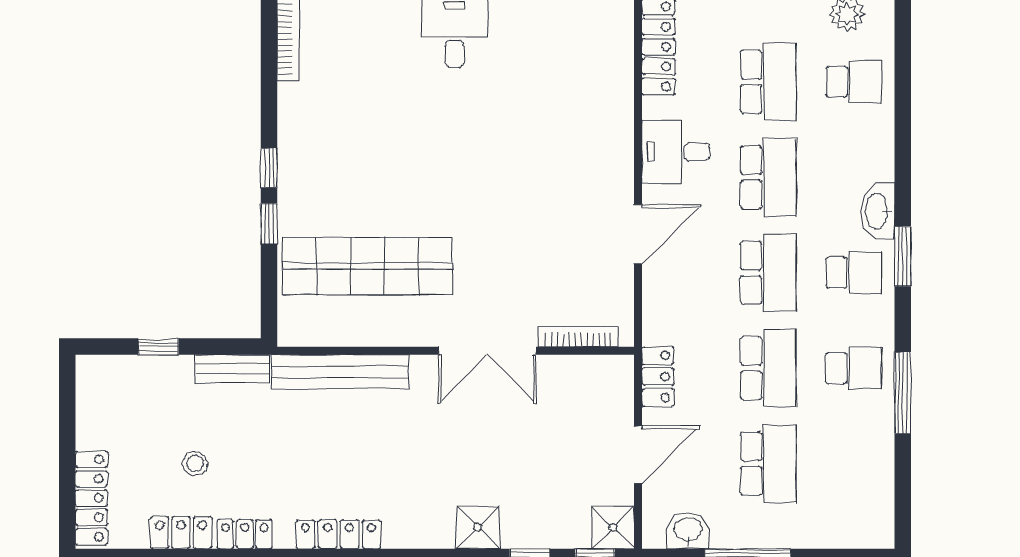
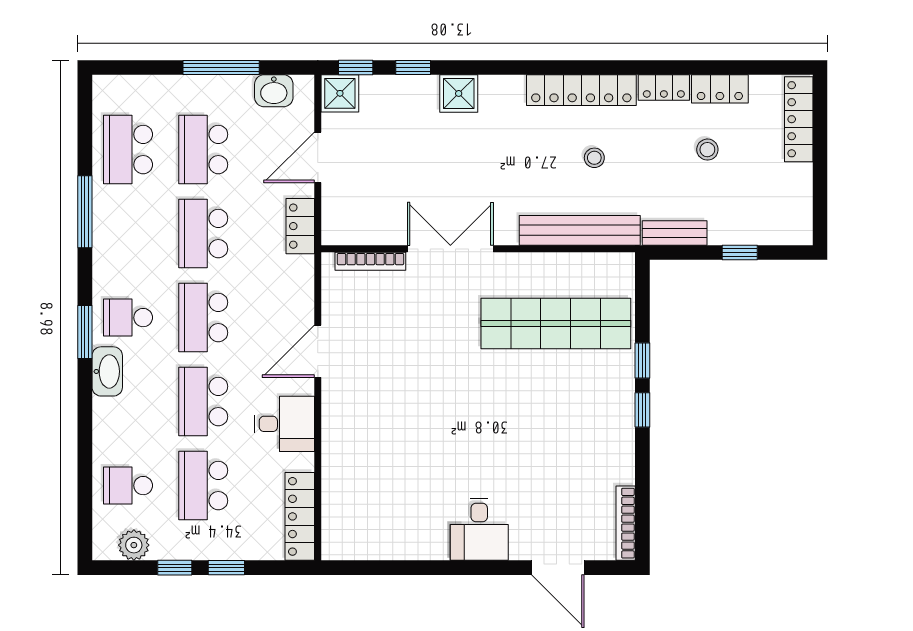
school desk: (854, 368) -> (128, 150), moved, width x1.85
stool: (324, 454) -> (594, 158), added
locker: (338, 534) -> (581, 90), width x1.41, depth x1.21

